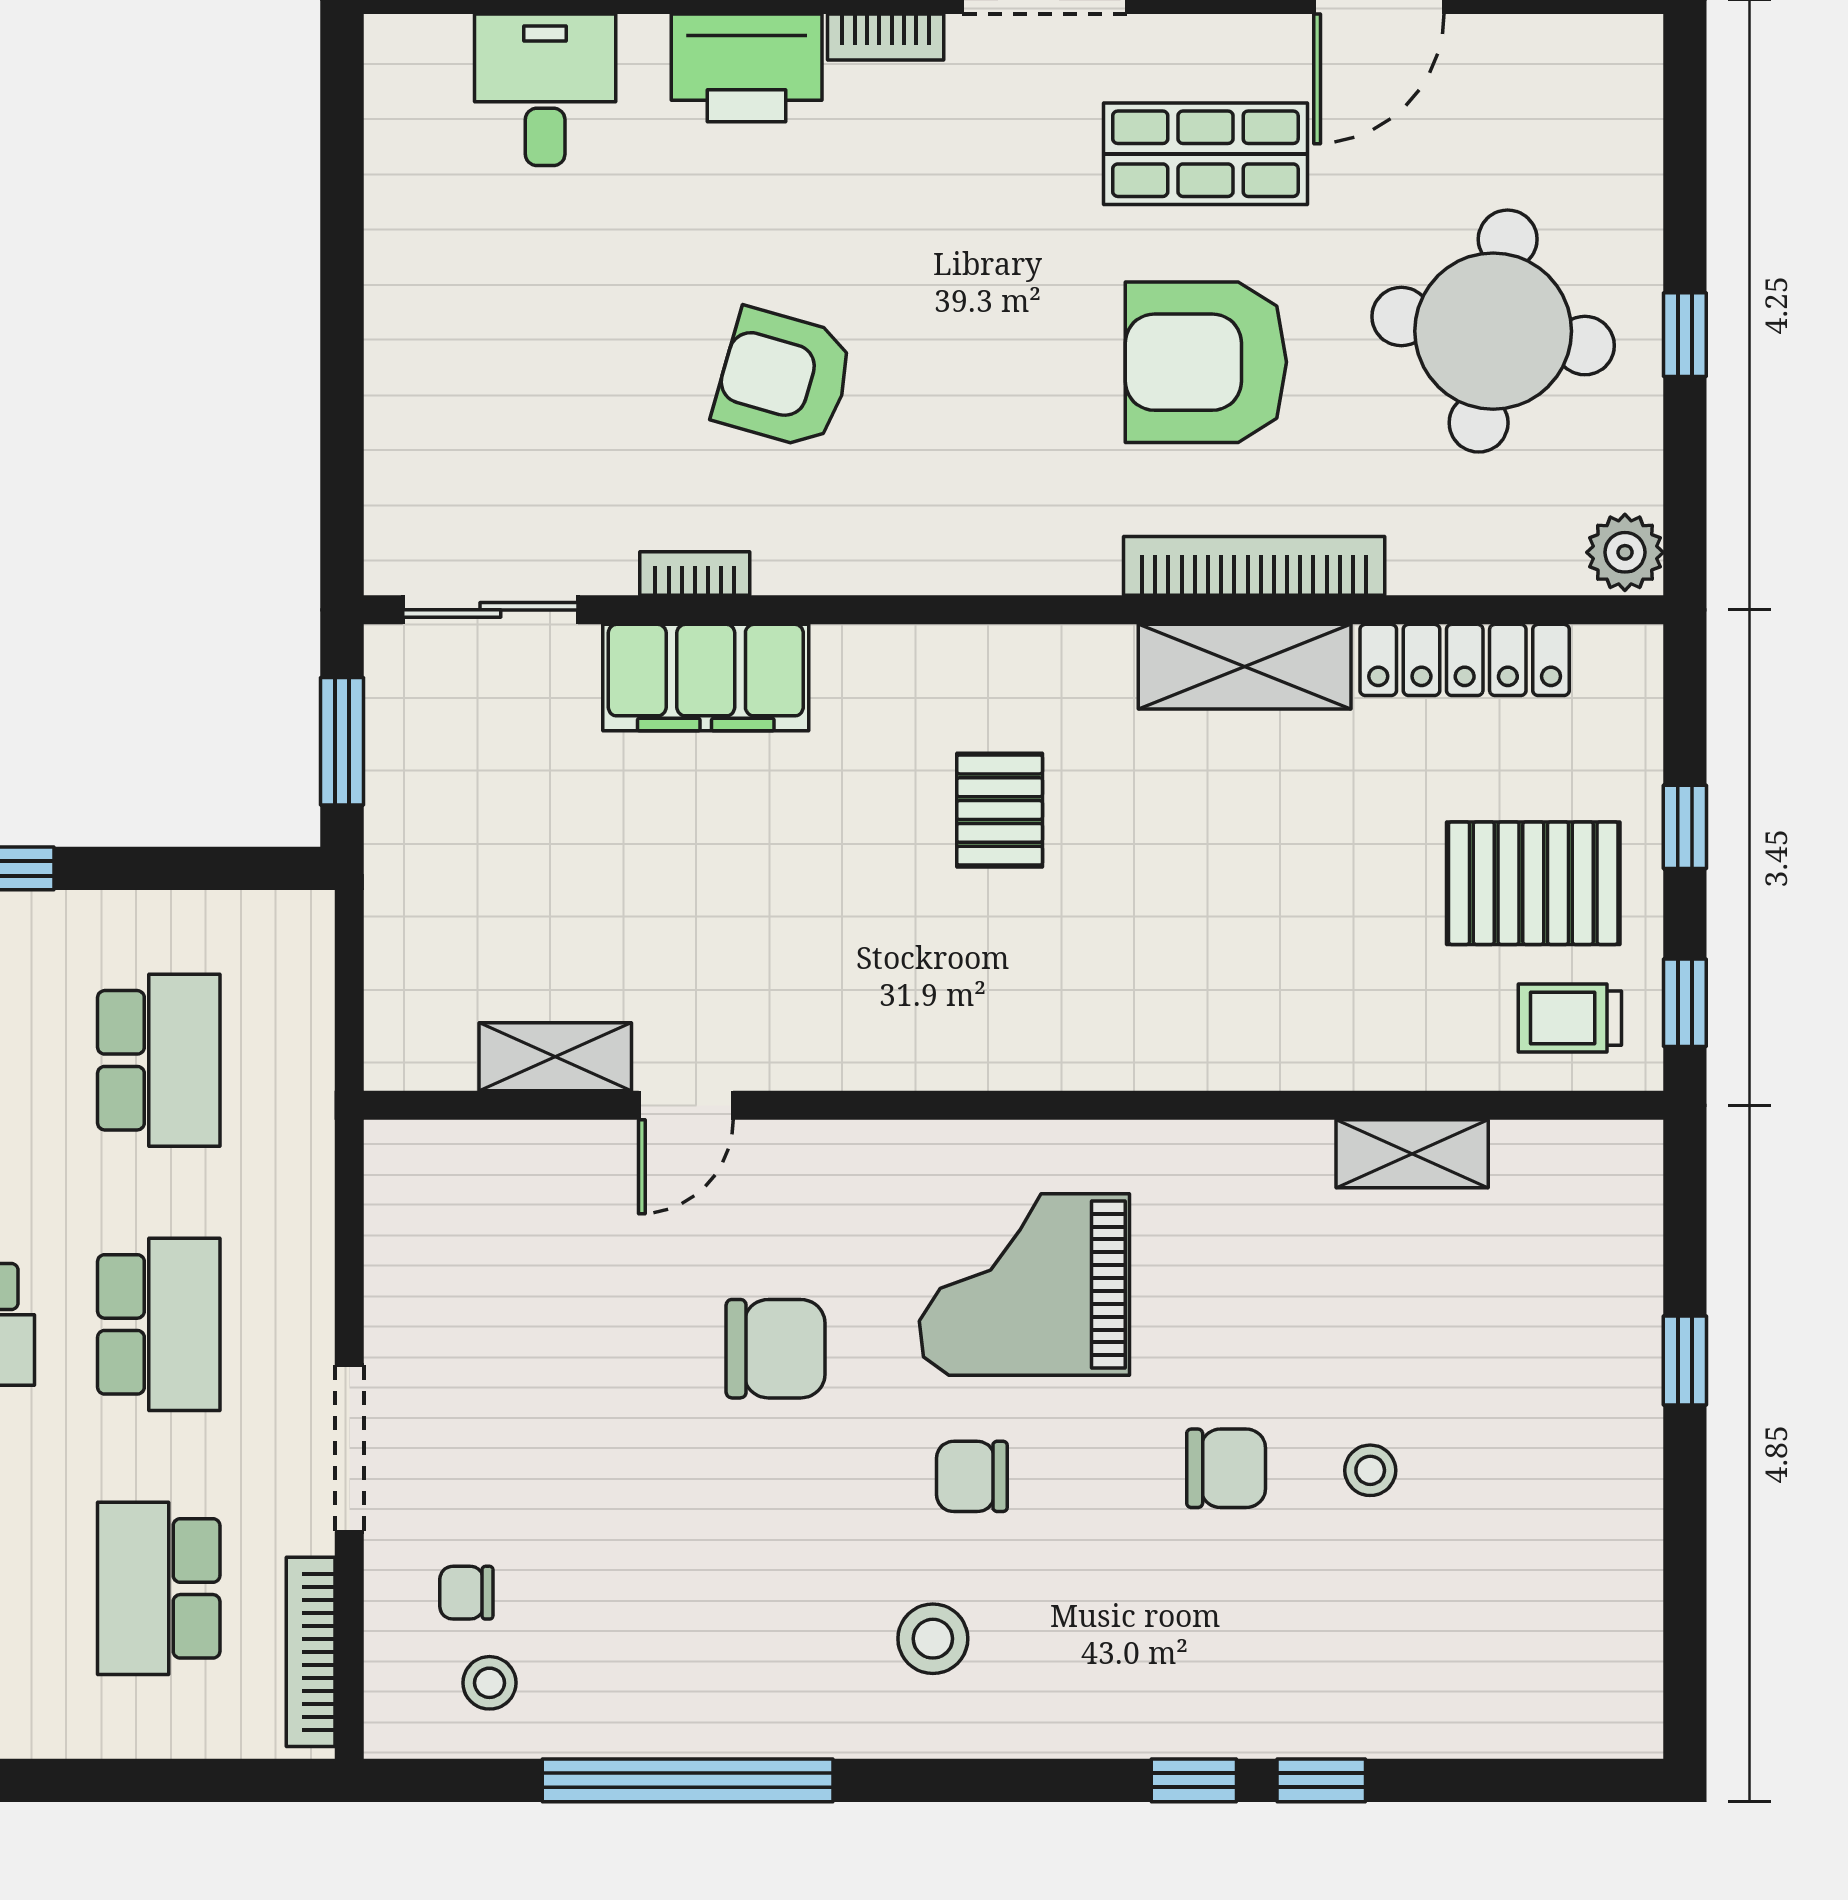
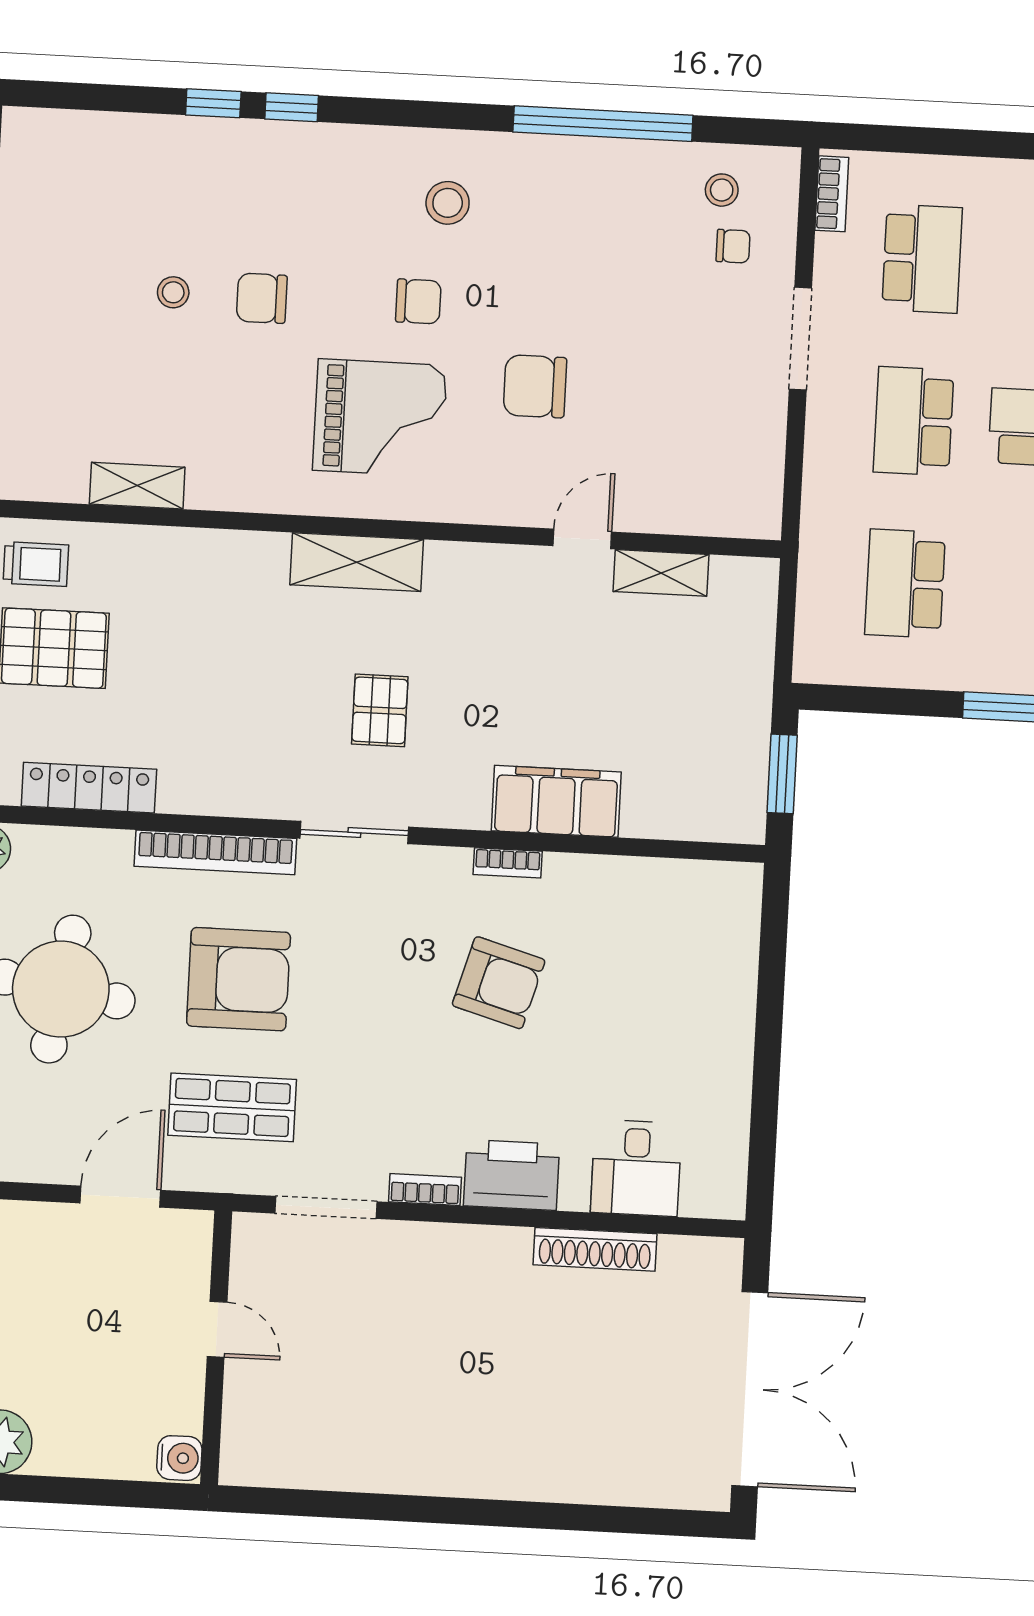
bookcase: (695, 574) -> (508, 863), moved
sliding door: (490, 610) -> (354, 833), moved
shelving: (1245, 667) -> (357, 562), moved
bookcase: (311, 1652) -> (832, 194), width x0.64

